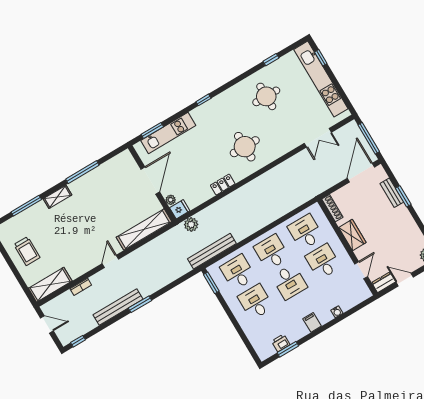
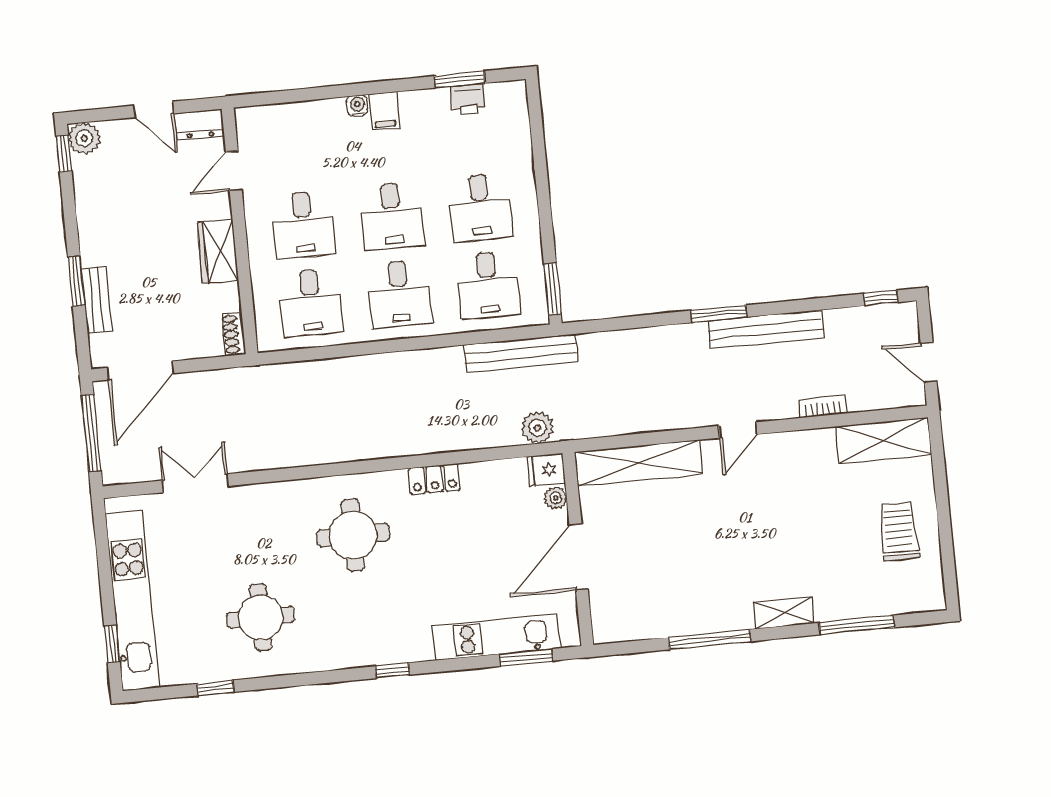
shoe rack: (332, 208) -> (234, 334), width x0.70
desk: (289, 282) -> (392, 216), turned 180
water cooler: (337, 312) -> (357, 106), moved

